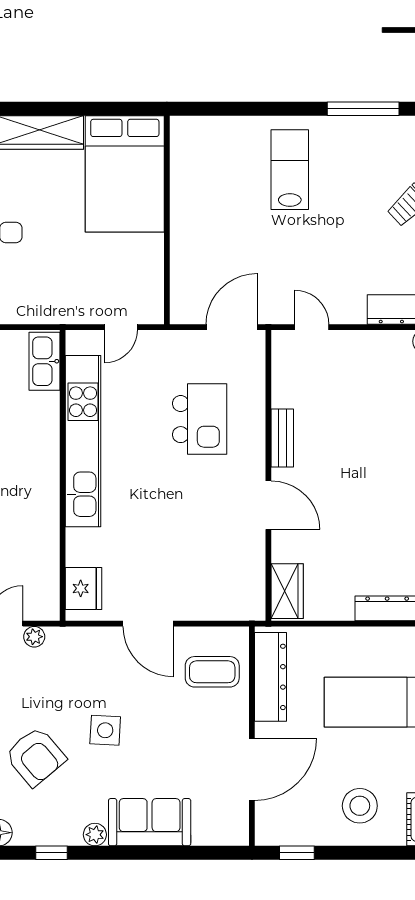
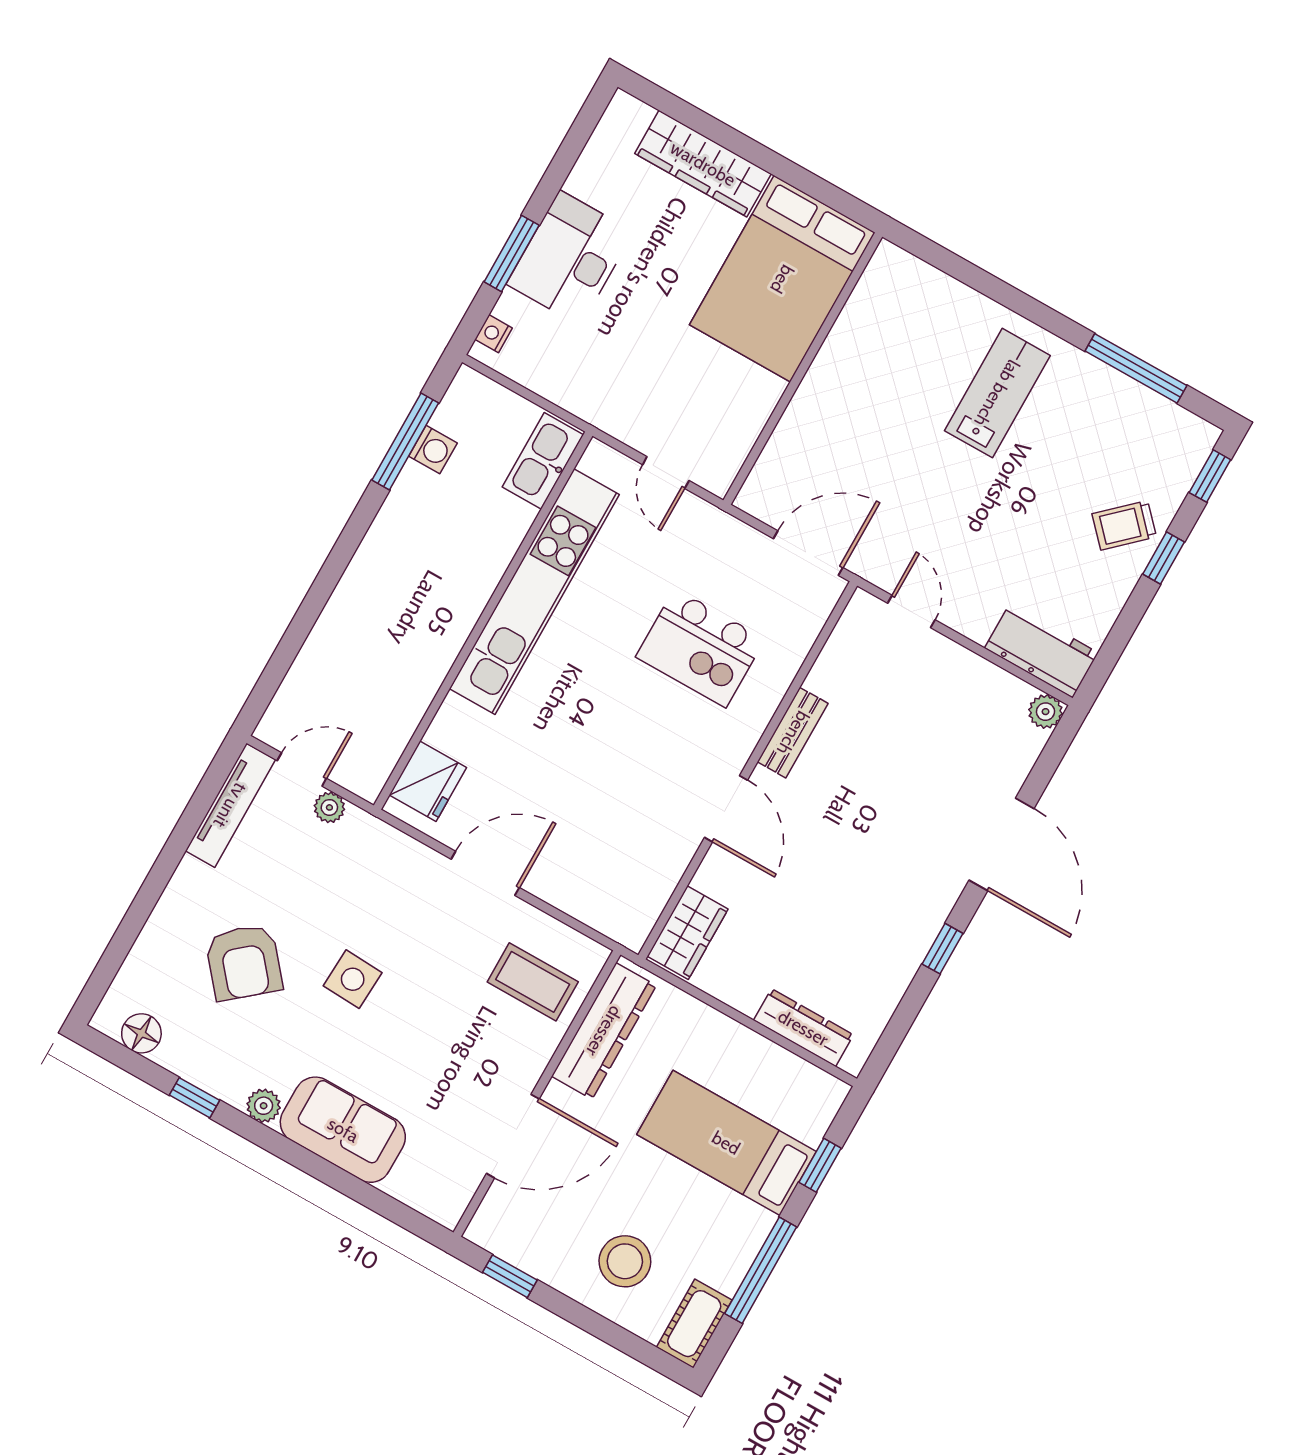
door: (121, 327) -> (666, 473), hinge flipped
kitchen island: (200, 419) -> (700, 648), turned 90
door: (148, 624) -> (485, 873), swing flipped

